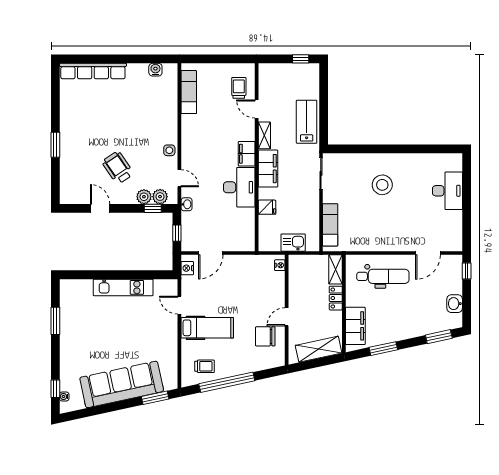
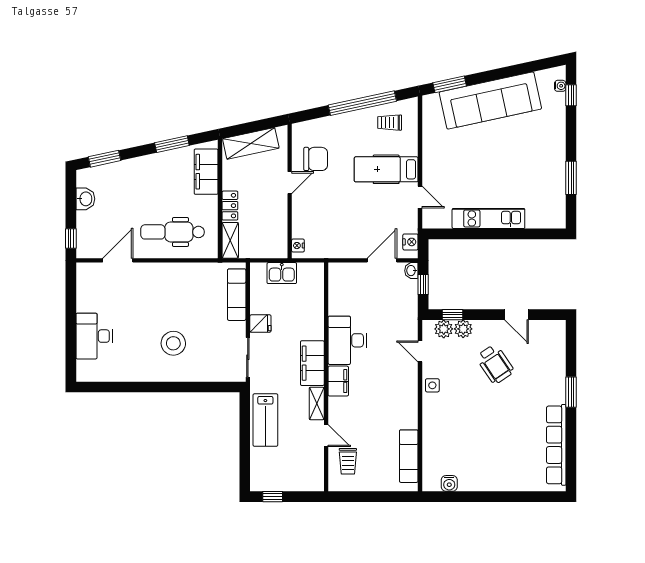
row of seats: (93, 71) -> (556, 445), moved, turned -90
washbasin: (187, 204) -> (411, 271), moved
fridge: (267, 207) -> (260, 323), moved, turned 180

